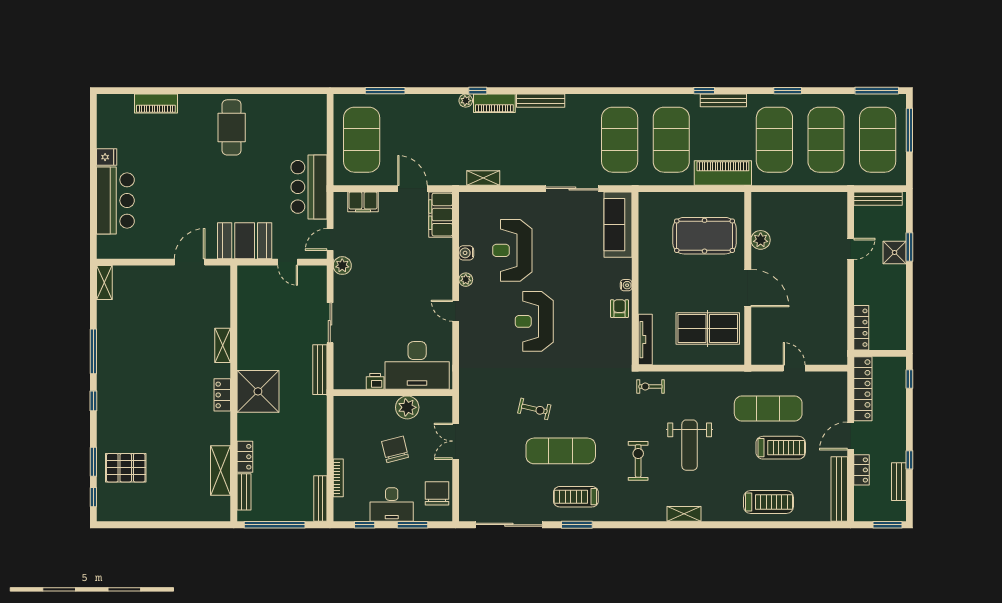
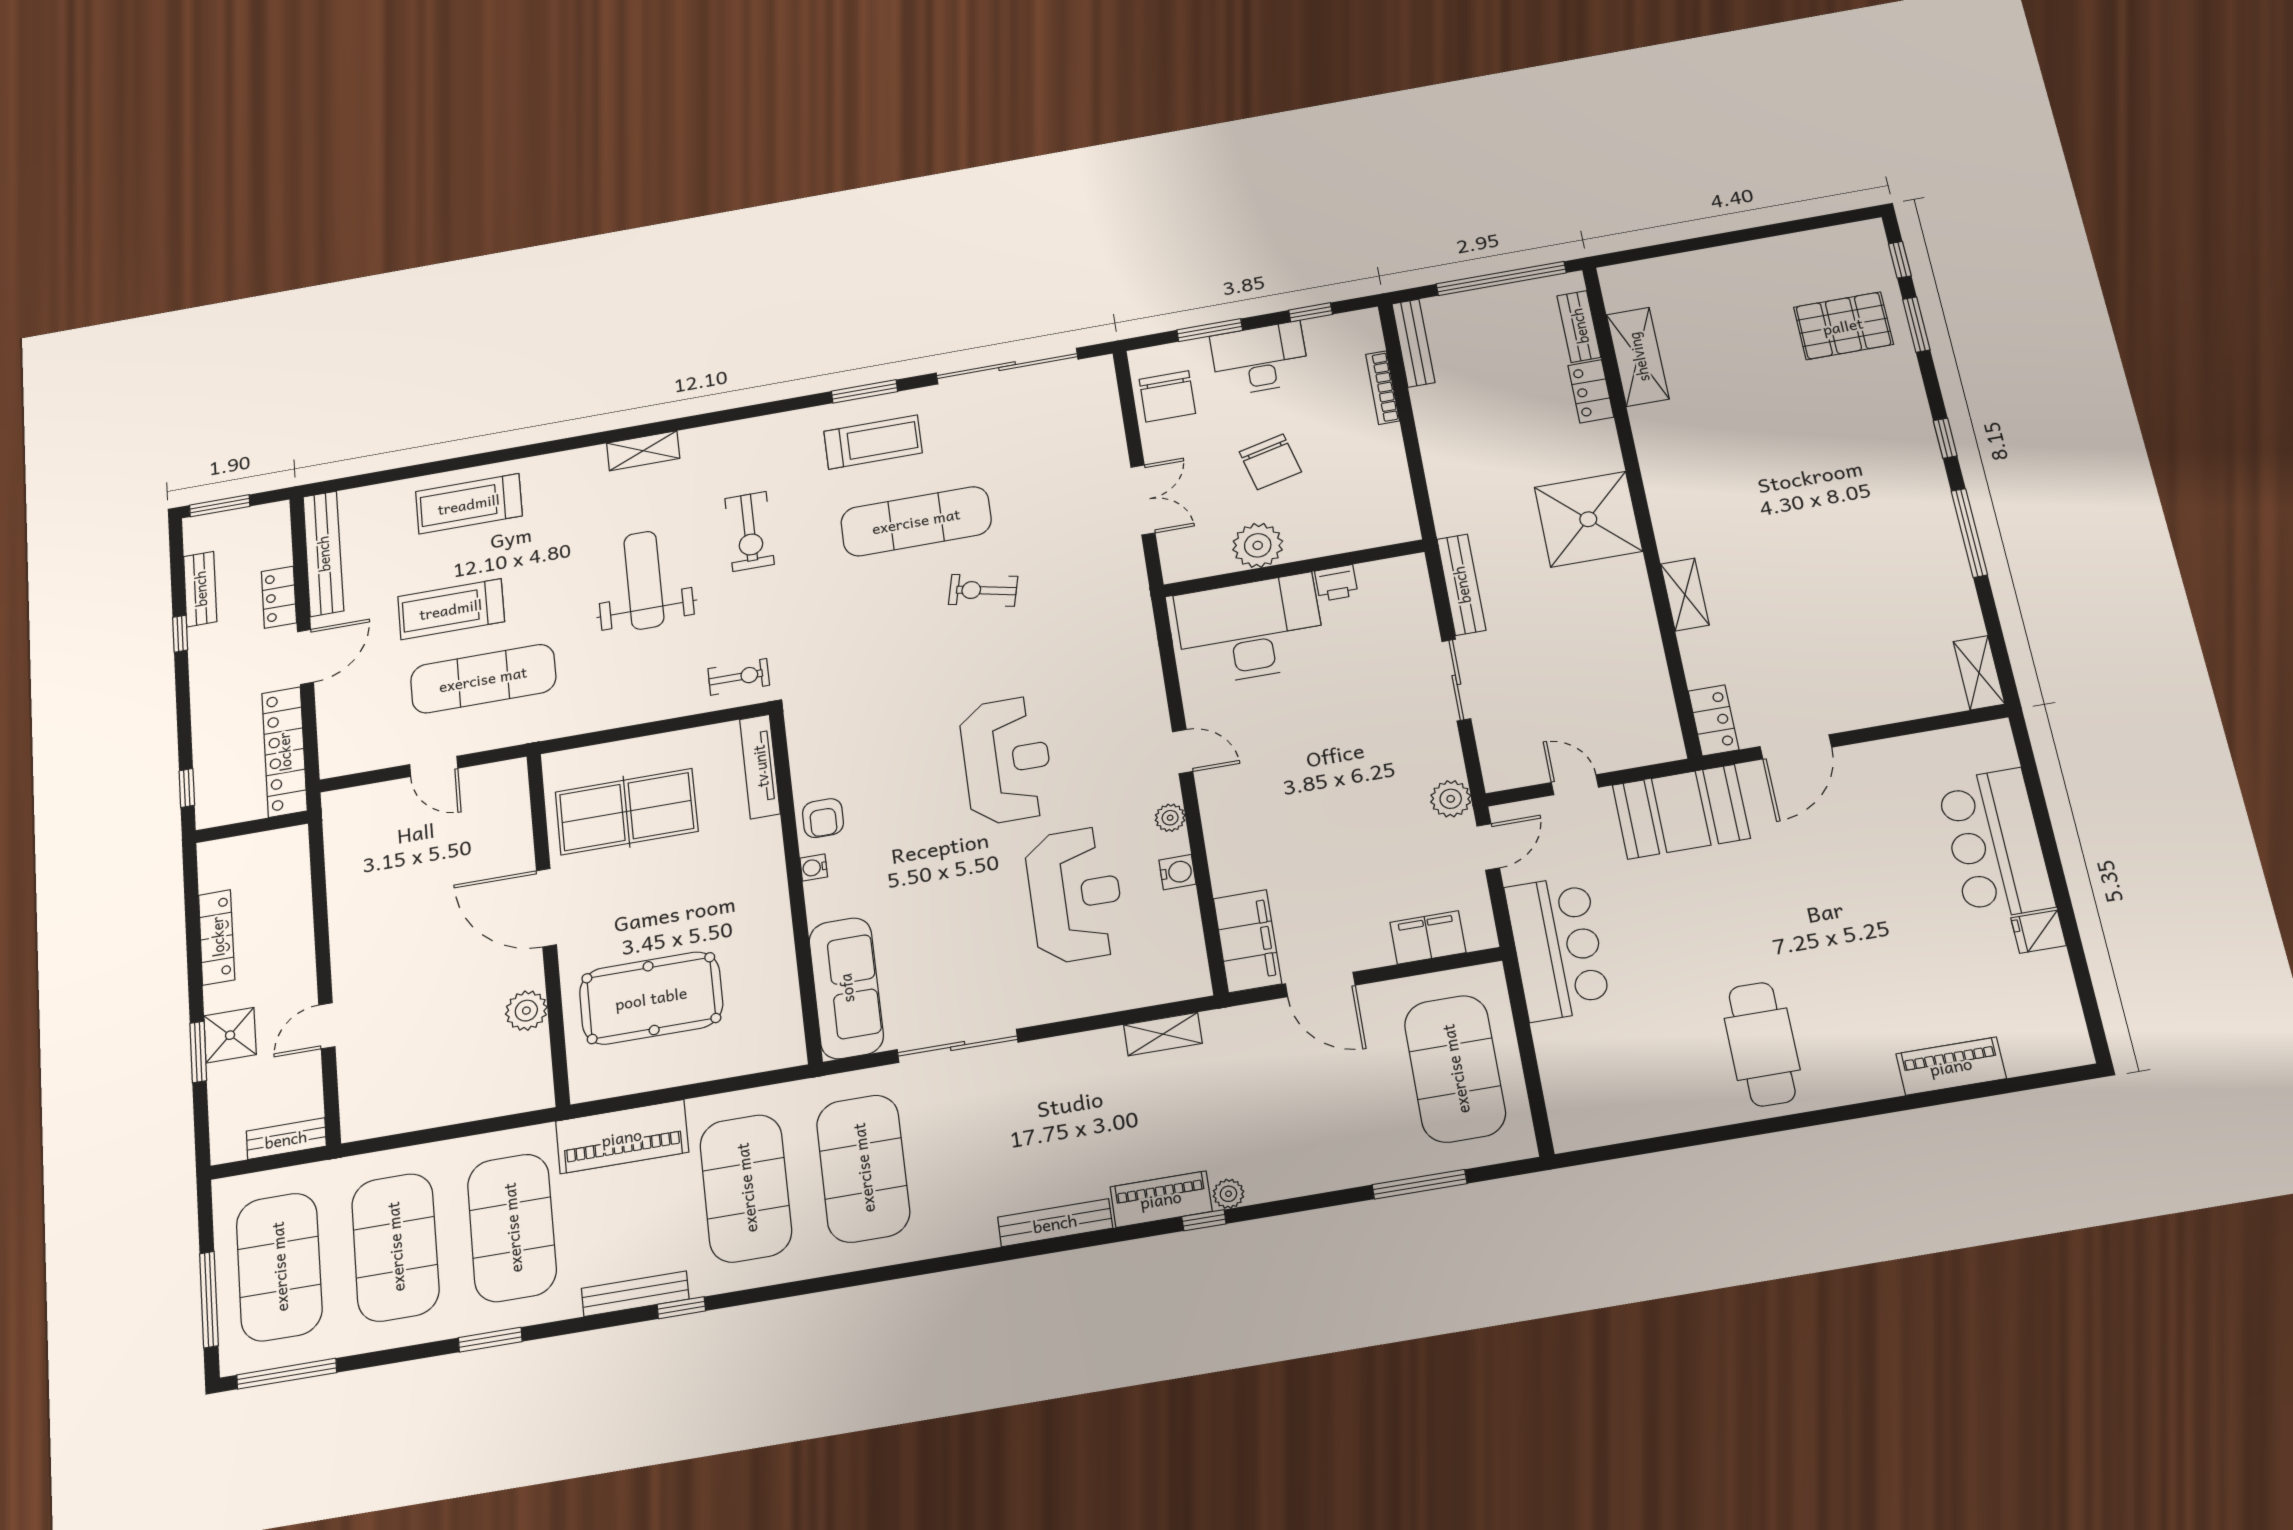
bench: (878, 199) -> (286, 1139), width x0.73
locker: (861, 328) -> (217, 937), moved, turned 180
locker: (222, 395) -> (1714, 720), moved

